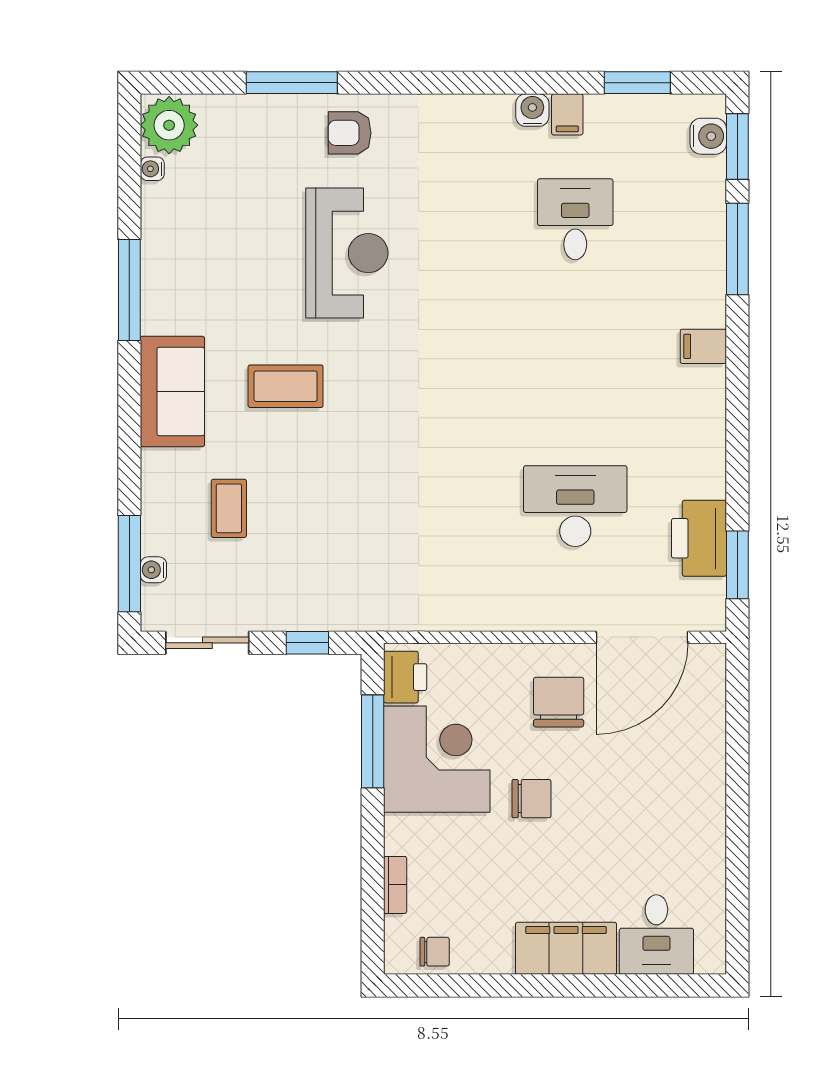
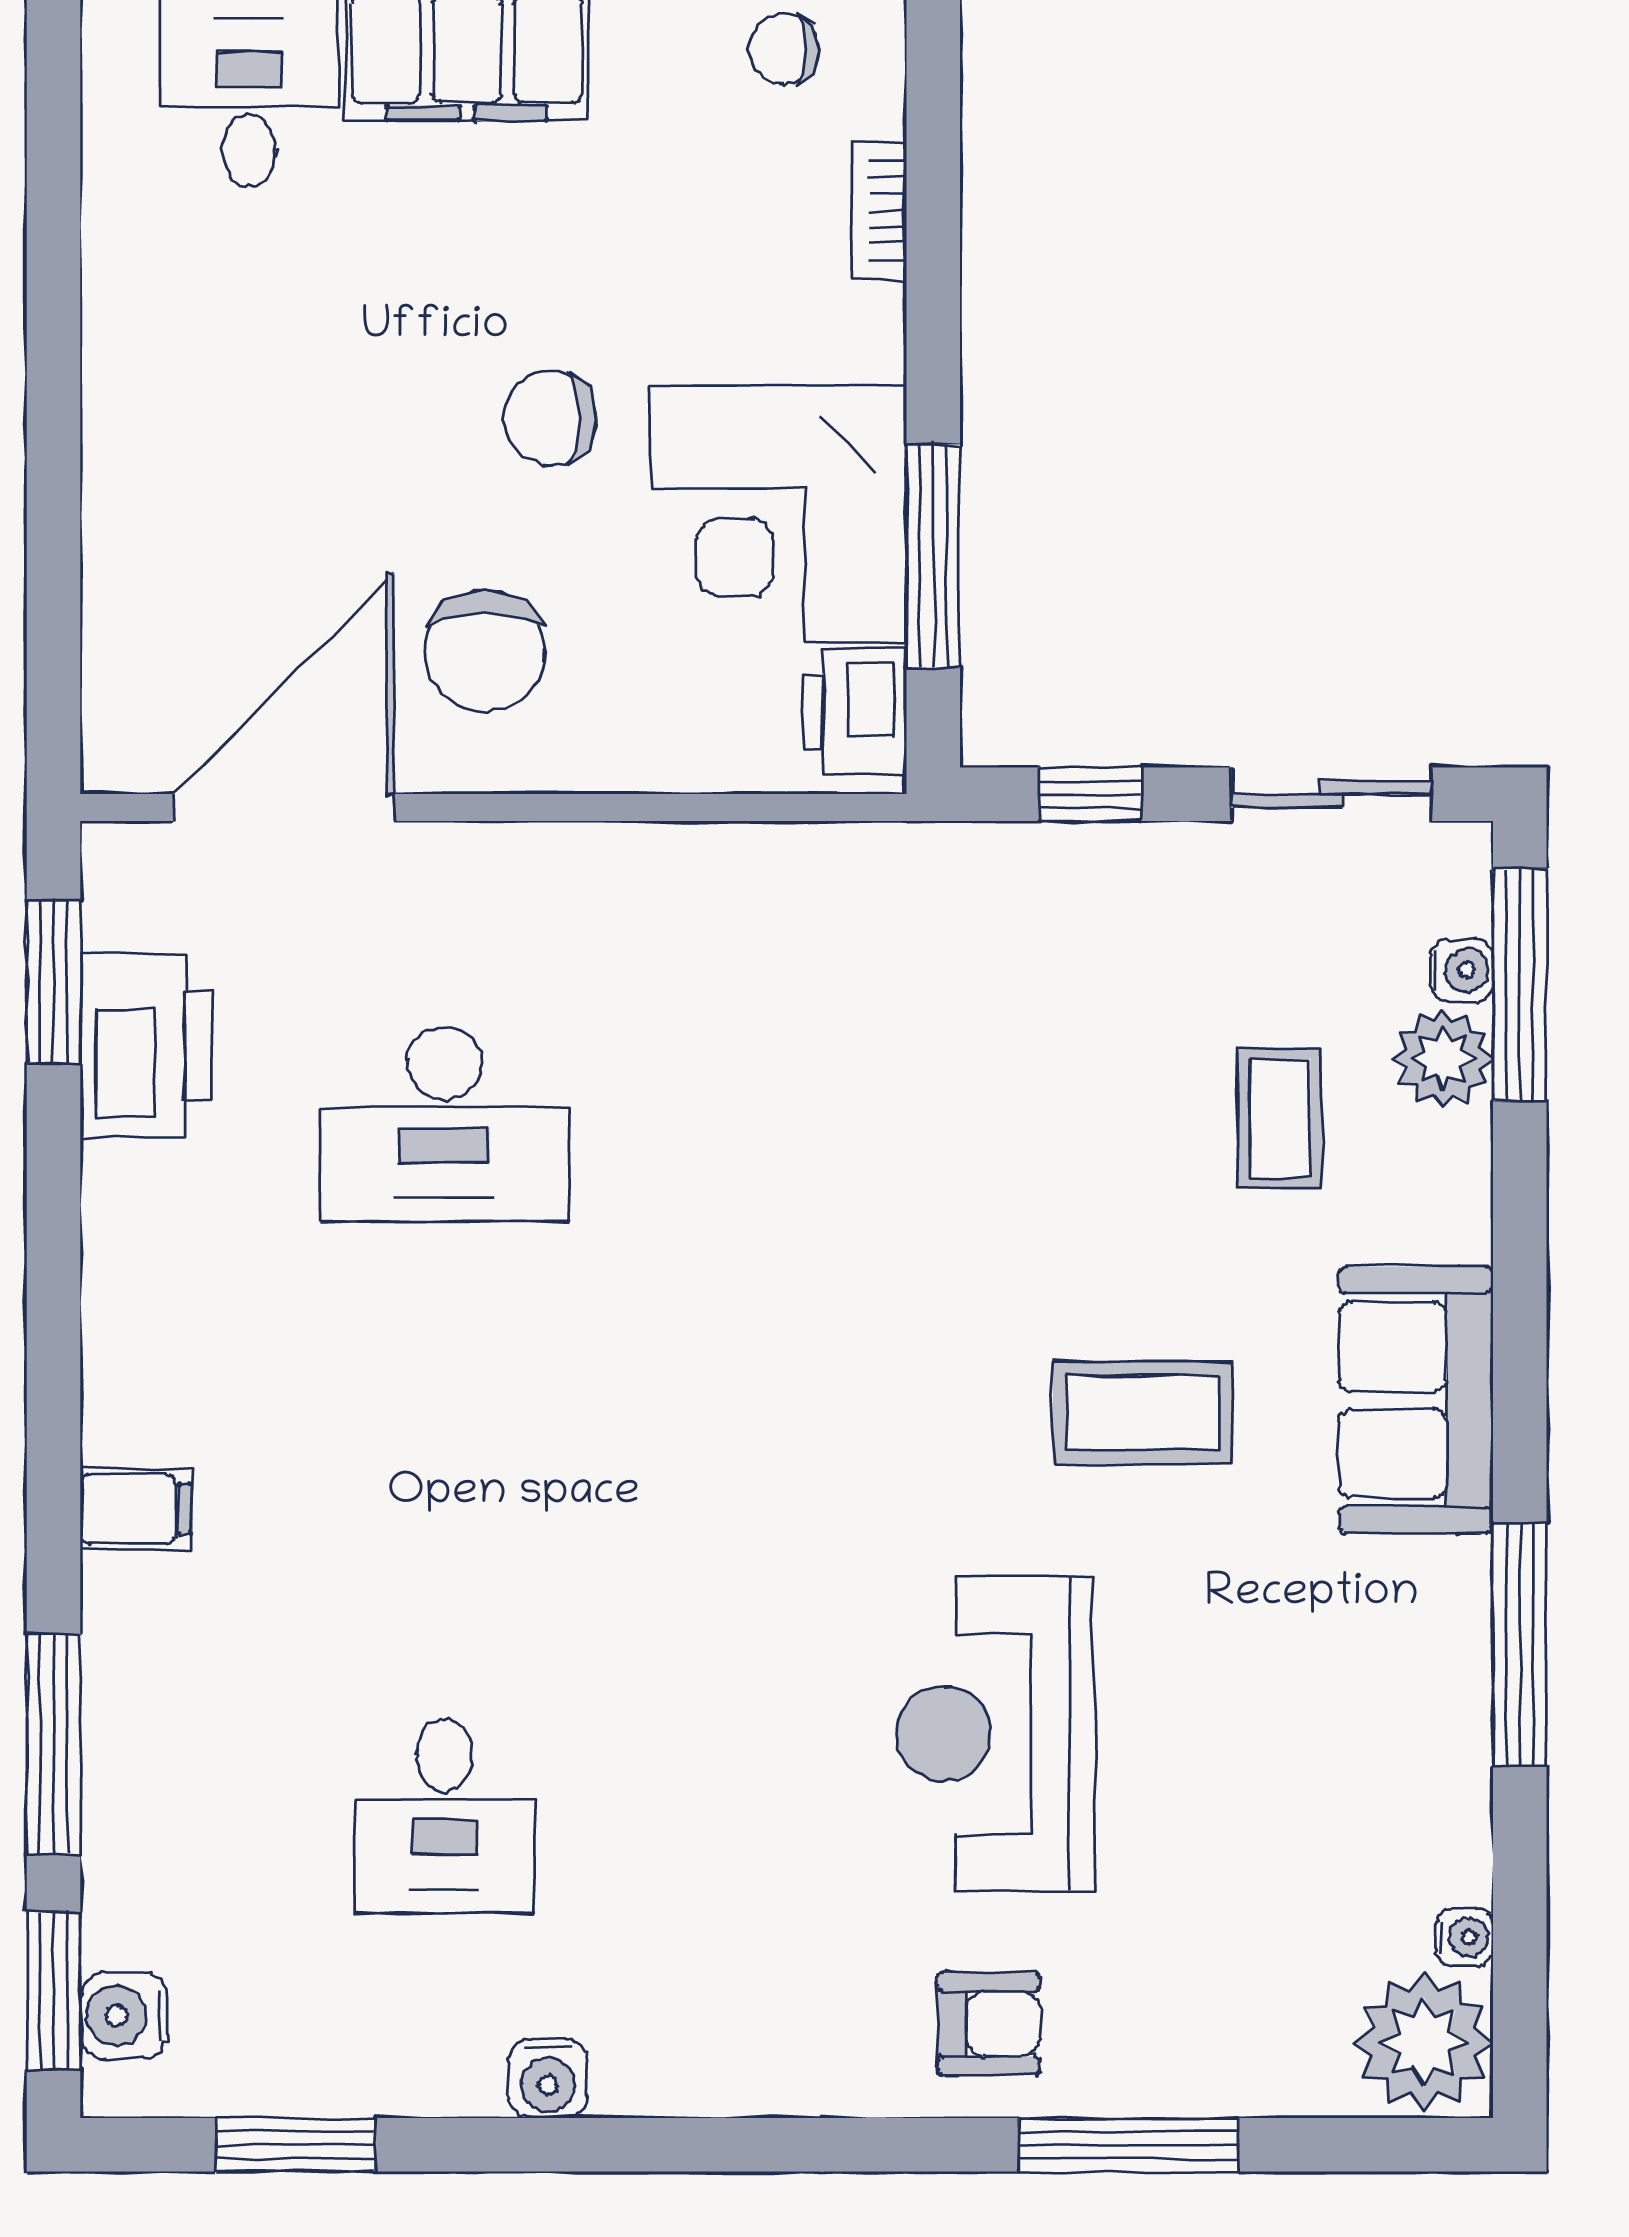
filing cabinet: (567, 114) -> (464, 2068), removed
plant: (161, 533) -> (1443, 1059), added

